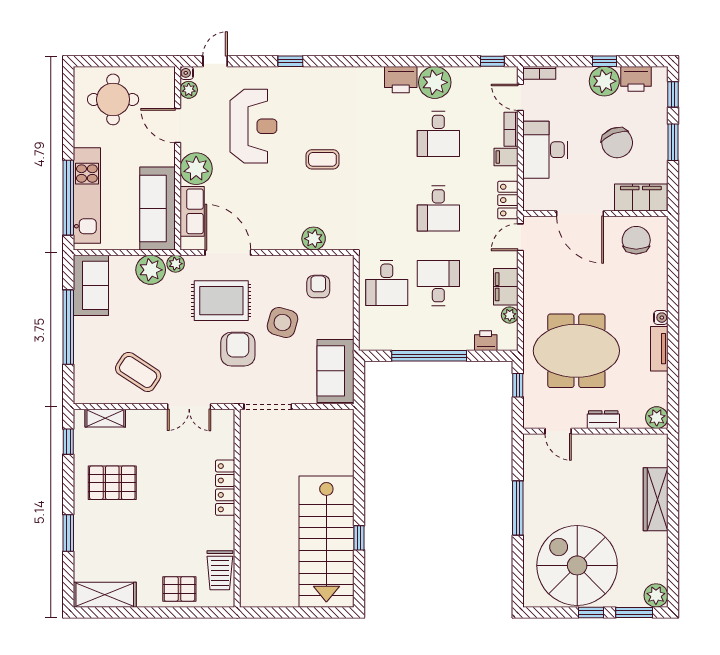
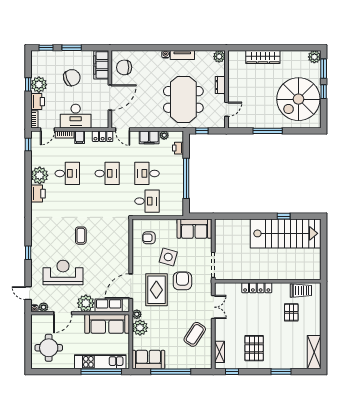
printer: (636, 79) -> (38, 102), moved
plant: (314, 239) -> (123, 240), removed
armchair: (238, 349) -> (182, 281), turned 90
pallet: (179, 589) -> (291, 312), moved

